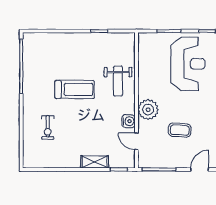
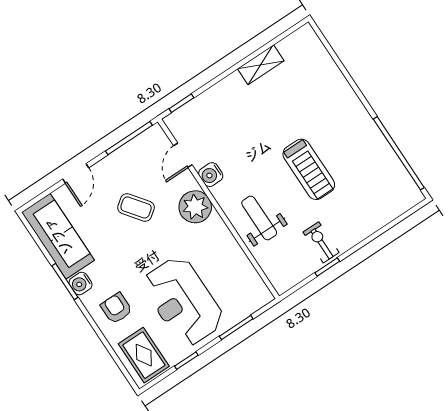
treadmill: (75, 89) -> (309, 169), turned -90
exercise bike: (48, 127) -> (321, 242), moved
coffee table: (180, 130) -> (136, 207), turned 49
door: (136, 141) -> (183, 155), swing flipped
shelving: (95, 162) -> (261, 65), moved

